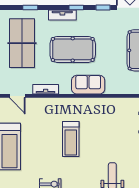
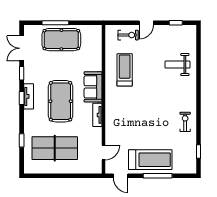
tv unit: (62, 15) -> (29, 96), moved
tv unit: (46, 89) -> (97, 115), moved
treadmill: (71, 139) -> (125, 70), moved, turned -90

